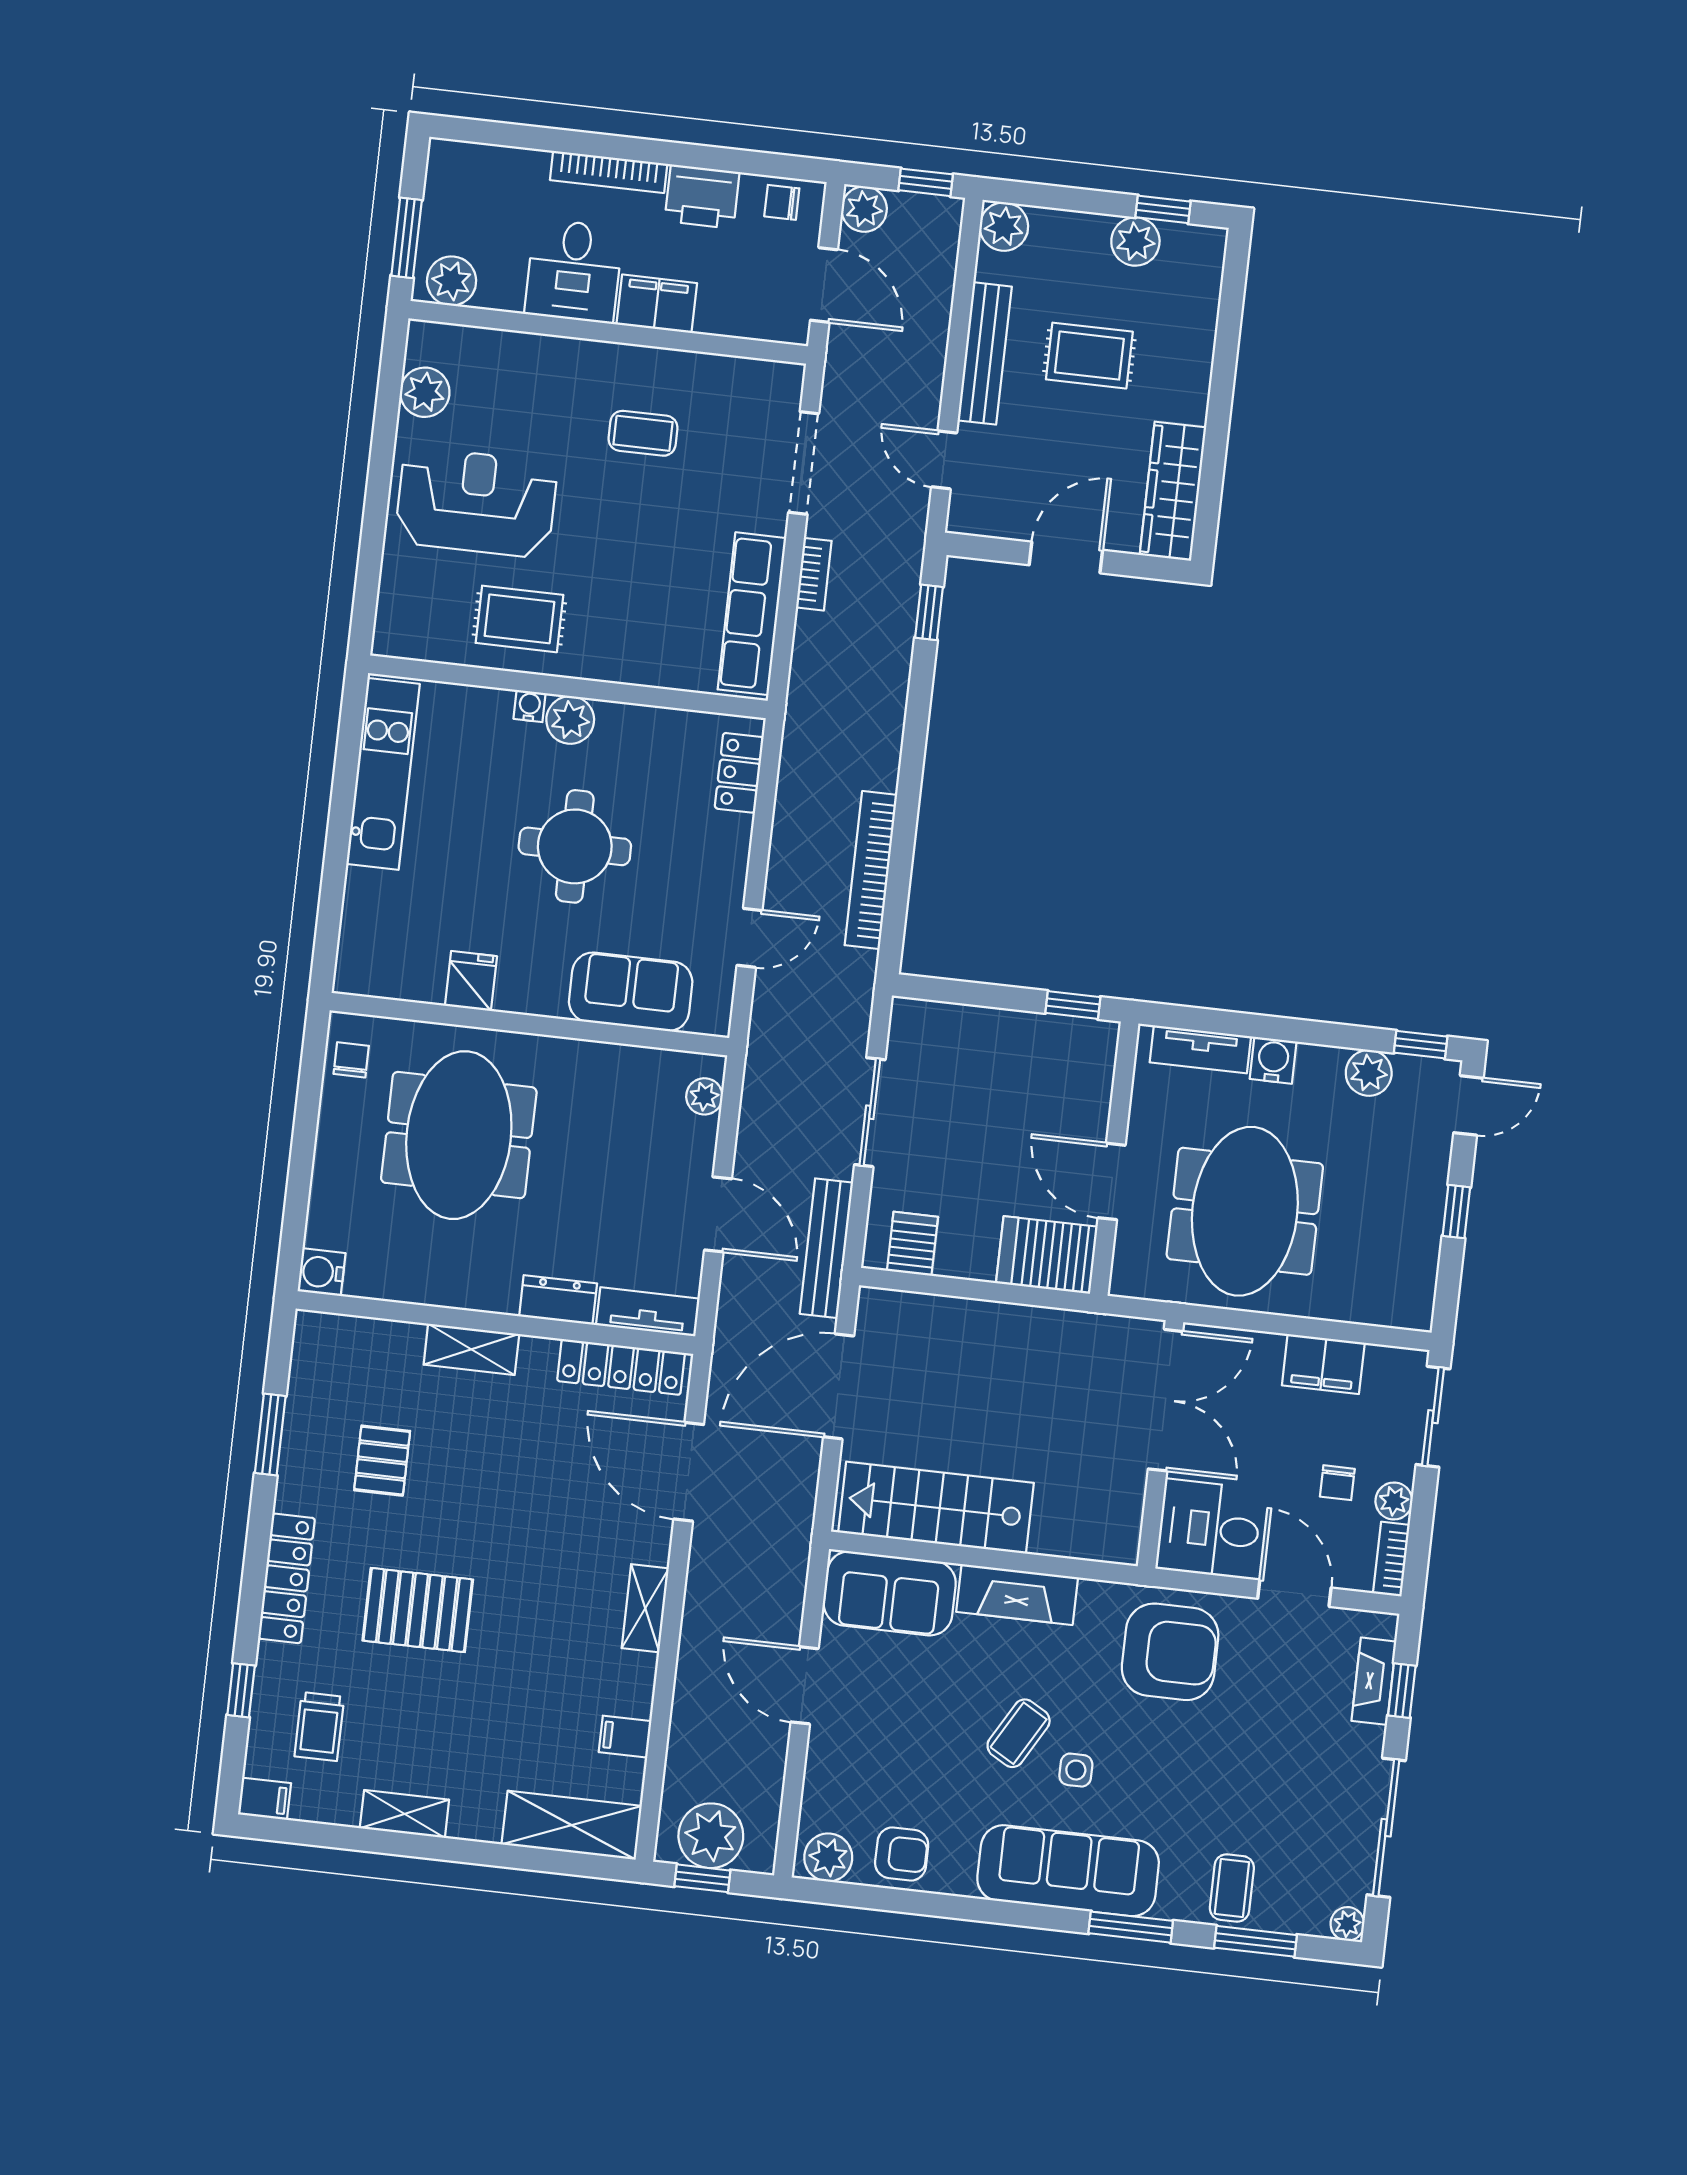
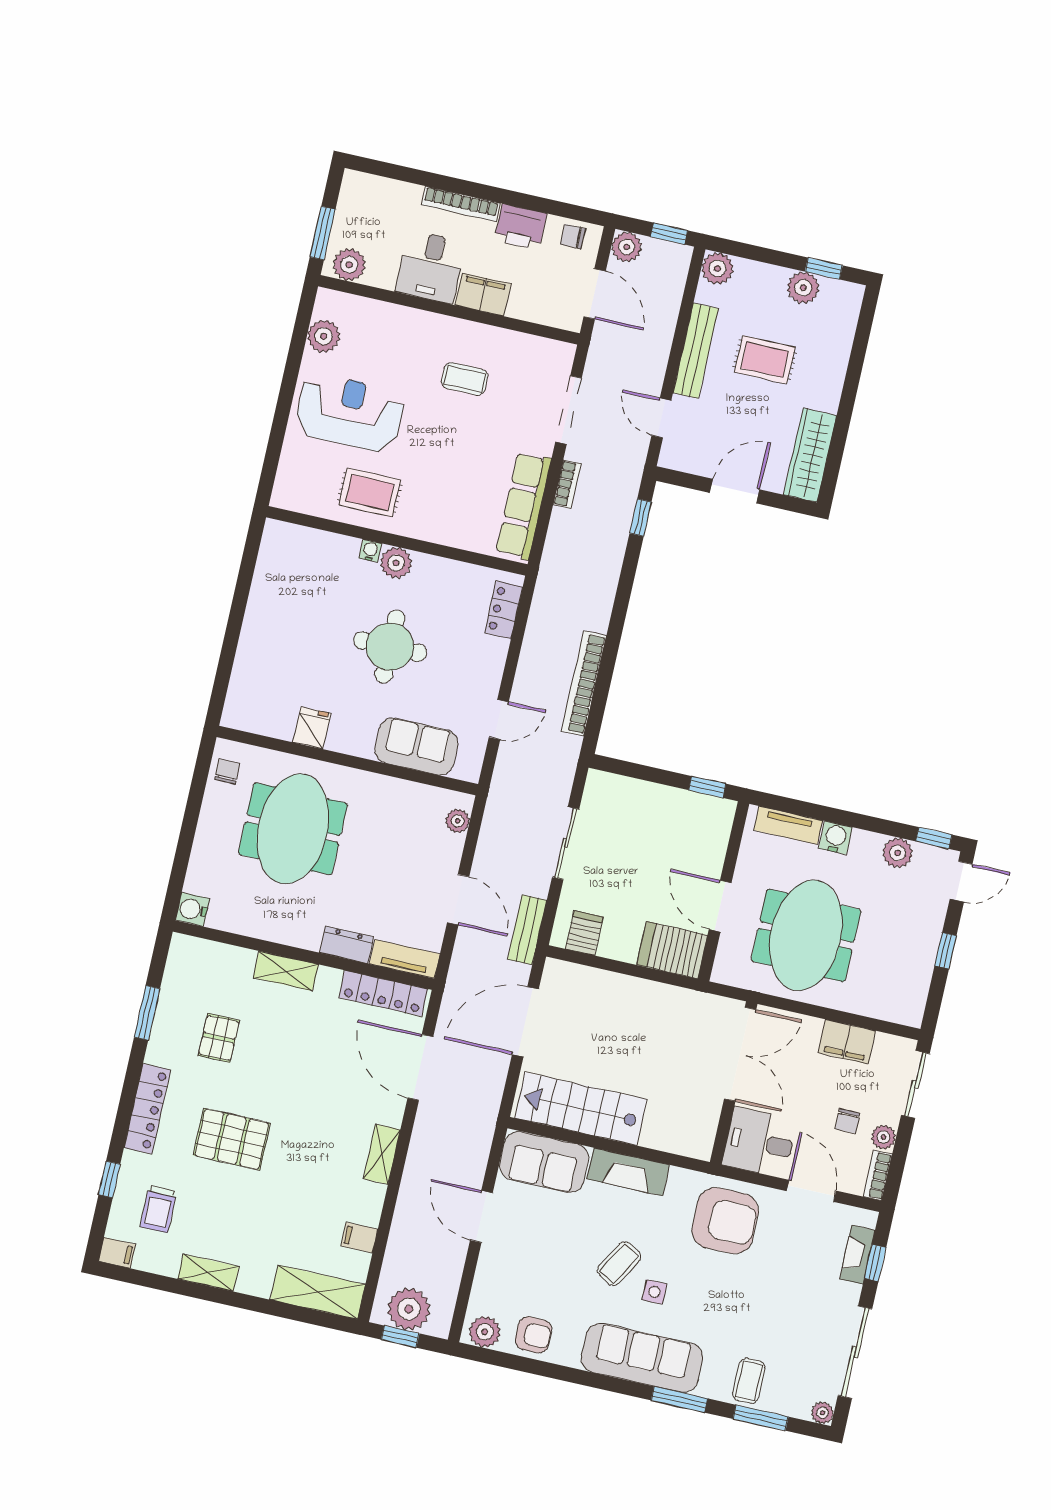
kitchen unit: (383, 774) -> (269, 585), removed
bench: (826, 1248) -> (527, 930), width x0.73

